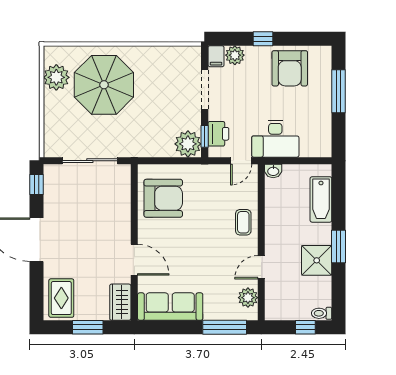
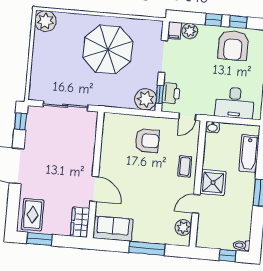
window: (293, 39) -> (238, 22), added
plant: (56, 77) -> (45, 21), moved
parasol: (104, 85) -> (108, 49), moved
desk: (275, 139) -> (235, 103), moved
armchair: (163, 198) -> (147, 141), moved, width x0.73, depth x0.73
shower: (317, 260) -> (213, 183), moved
sofa: (170, 307) -> (113, 229), width x0.73
window: (88, 327) -> (39, 239), moved
window: (225, 327) -> (147, 248), moved

